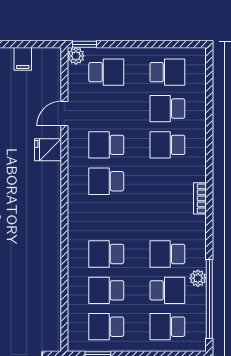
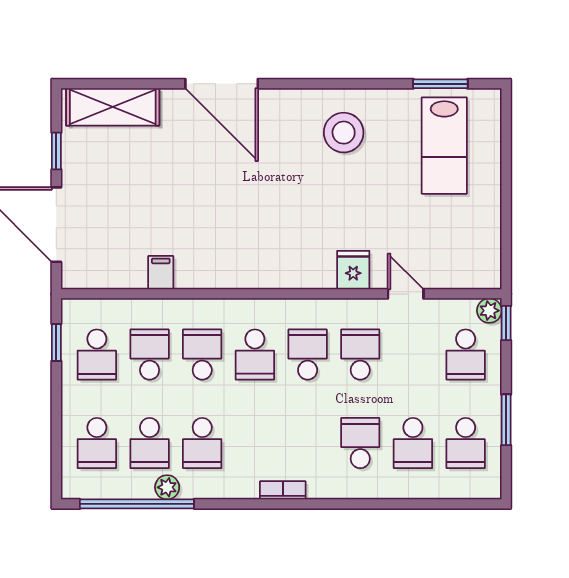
window: (151, 44) -> (506, 420), added
filing cabinet: (23, 59) -> (161, 273), moved, turned 90
school desk: (167, 109) -> (413, 443), turned 180
school desk: (106, 218) -> (255, 355), added
school desk: (167, 254) -> (202, 443), turned 180
school desk: (106, 327) -> (97, 355), turned 180
school desk: (167, 327) -> (97, 443), turned 180

